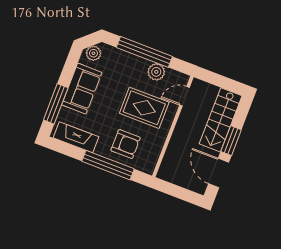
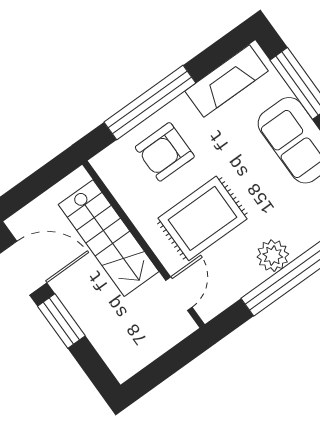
plant: (156, 72) -> (273, 256), moved
stairs: (221, 120) -> (109, 238), moved, turned 180

